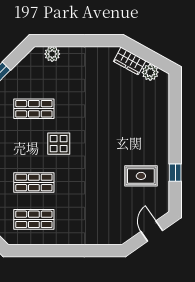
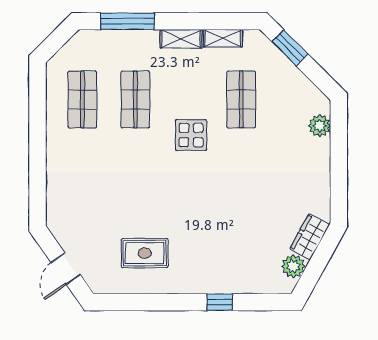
window: (175, 173) -> (220, 302), moved
rug: (141, 176) -> (145, 253), turned 90
door: (152, 231) -> (66, 269), swing flipped

